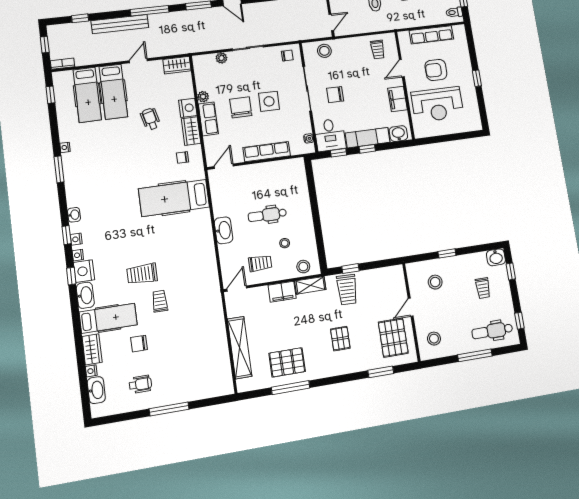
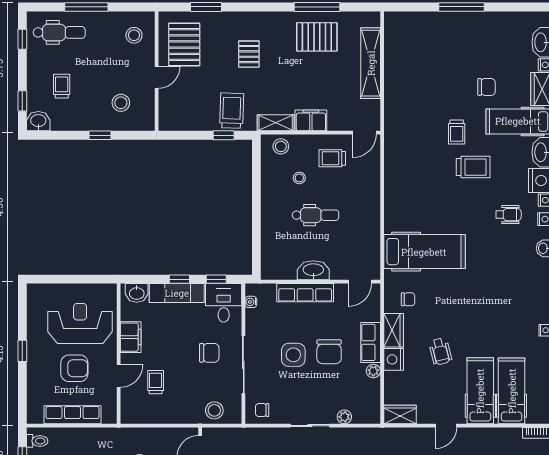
trolley: (378, 49) -> (156, 382), moved
washbasin: (224, 230) -> (313, 270), moved, turned 90
wheelchair: (140, 384) -> (508, 215), moved, turned 180

